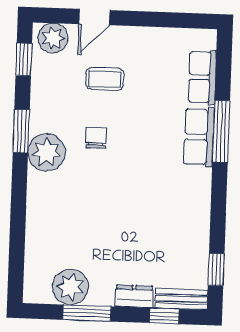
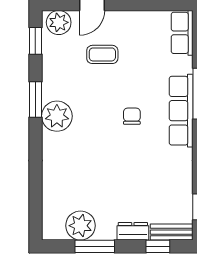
row of seats: (202, 77) -> (182, 33), moved
row of seats: (199, 137) -> (181, 111), width x1.48
chair: (96, 138) -> (132, 116), moved

